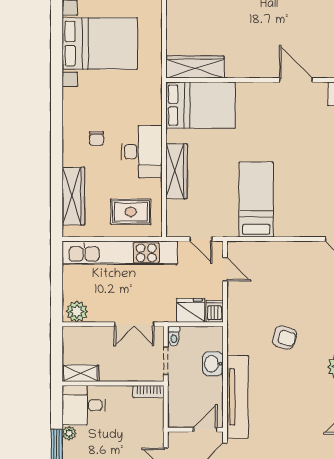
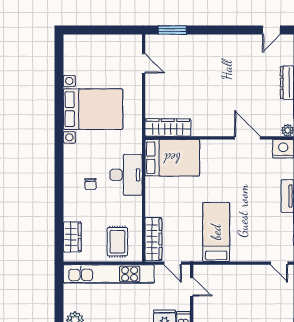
desk: (142, 152) -> (126, 175), moved
wardrobe: (176, 171) -> (153, 239), moved
wardrobe: (73, 196) -> (72, 237), width x0.67
rug: (131, 212) -> (117, 242), turned 90

